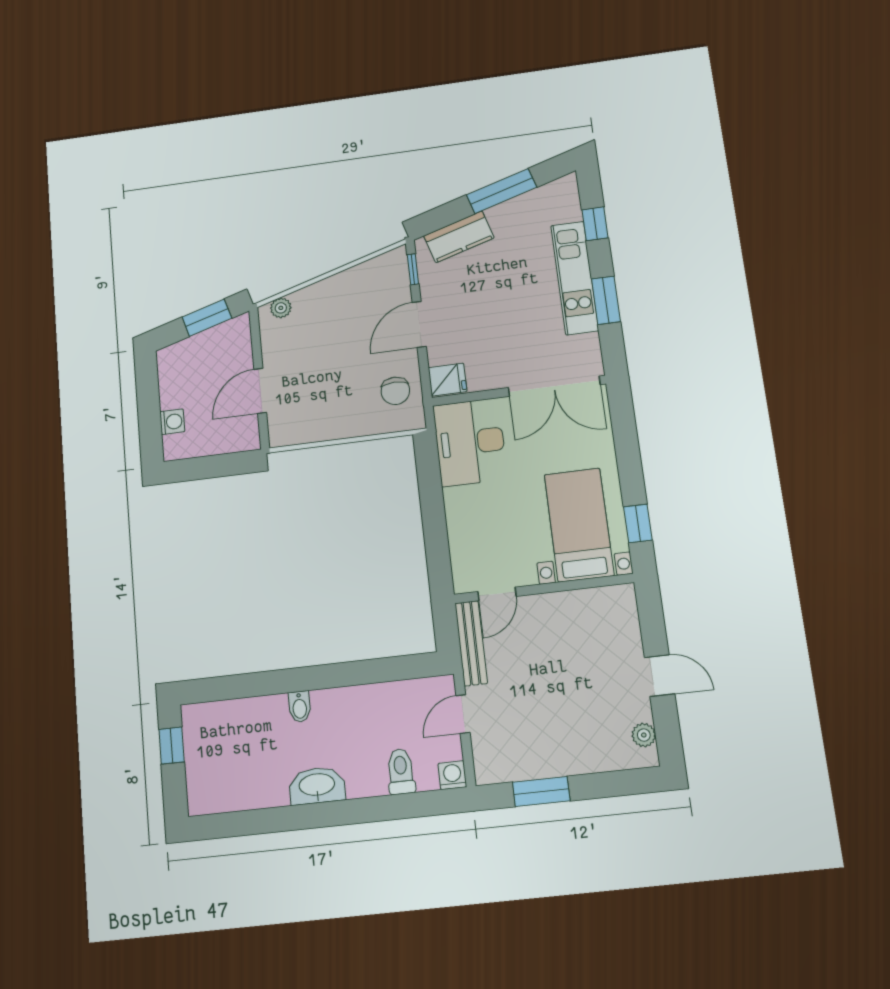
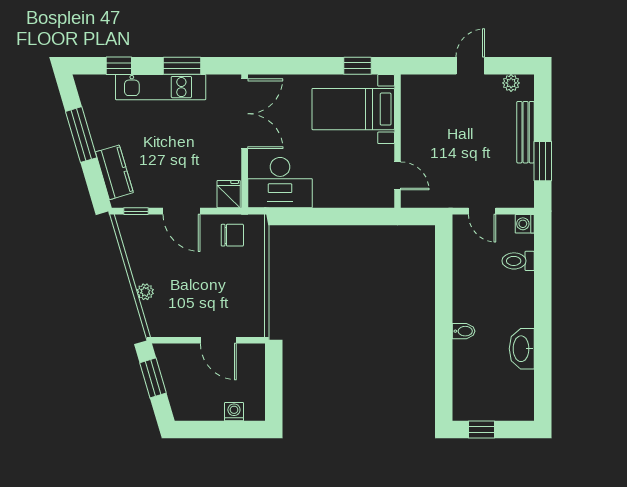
plant: (281, 308) -> (145, 292), moved
bench: (471, 643) -> (526, 132), moved, turned 90
washbasin: (317, 786) -> (522, 349), moved

